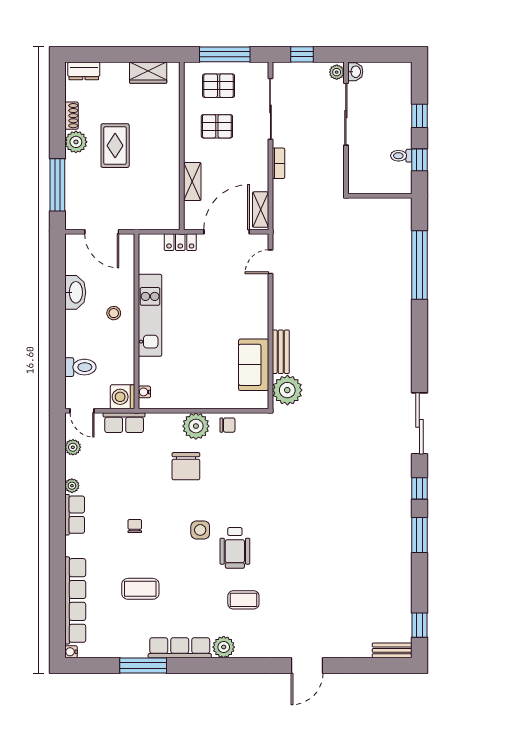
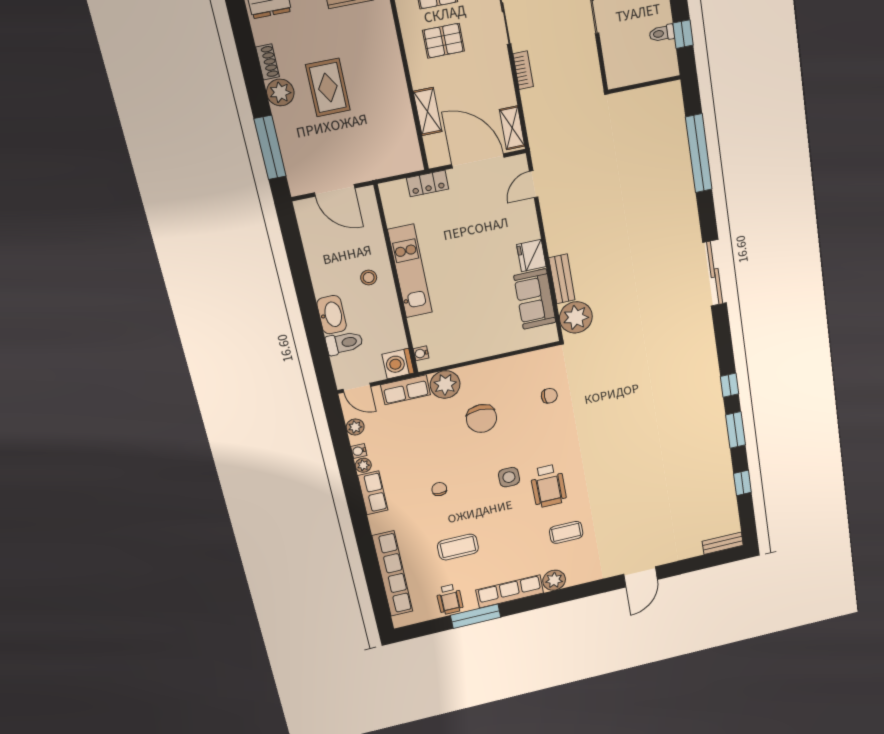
door: (227, 232) -> (478, 161), hinge flipped
washbasin: (75, 292) -> (332, 315), moved
fridge: (257, 325) -> (531, 256), added
sliding door: (419, 423) -> (715, 273), moved
chair: (227, 425) -> (549, 396), moved
plant: (196, 426) -> (445, 384), moved
window: (419, 625) -> (742, 483), moved
wheelchair: (122, 641) -> (450, 599), added
water cooler: (71, 652) -> (359, 451), moved

